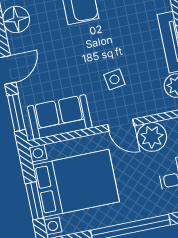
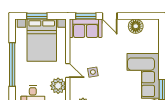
sofa: (60, 117) -> (86, 28), moved, turned 90
door: (121, 125) -> (68, 70), swing flipped

